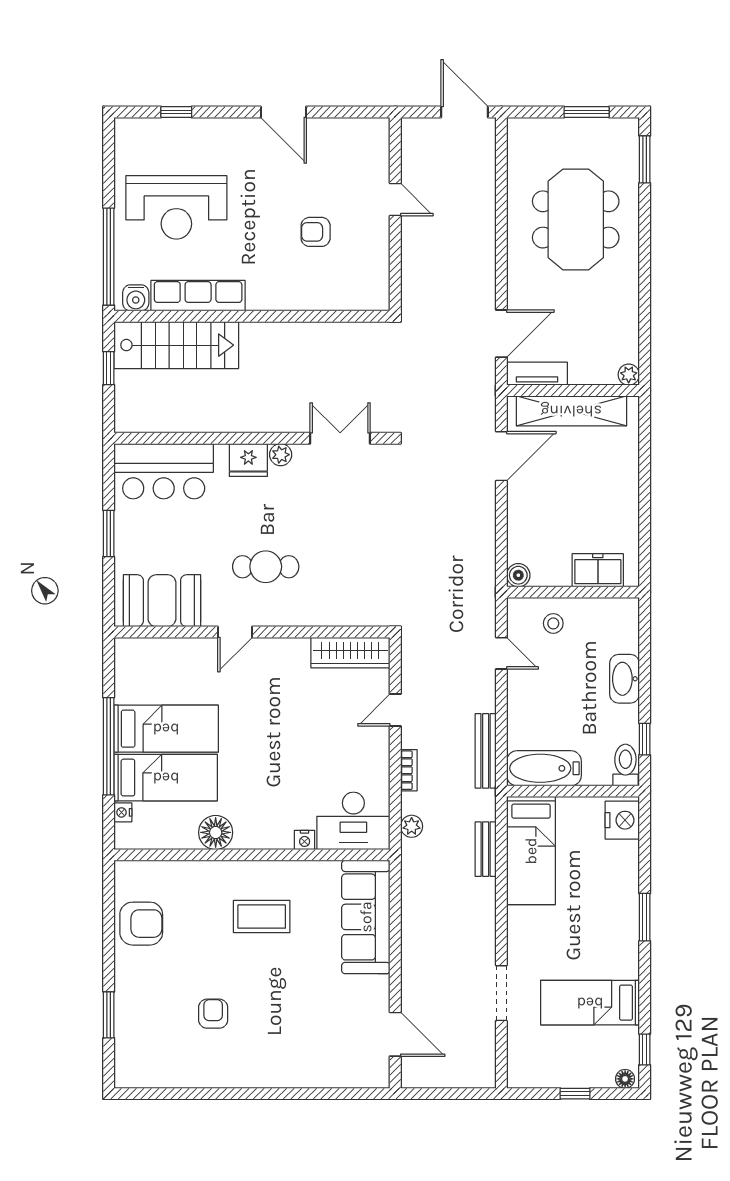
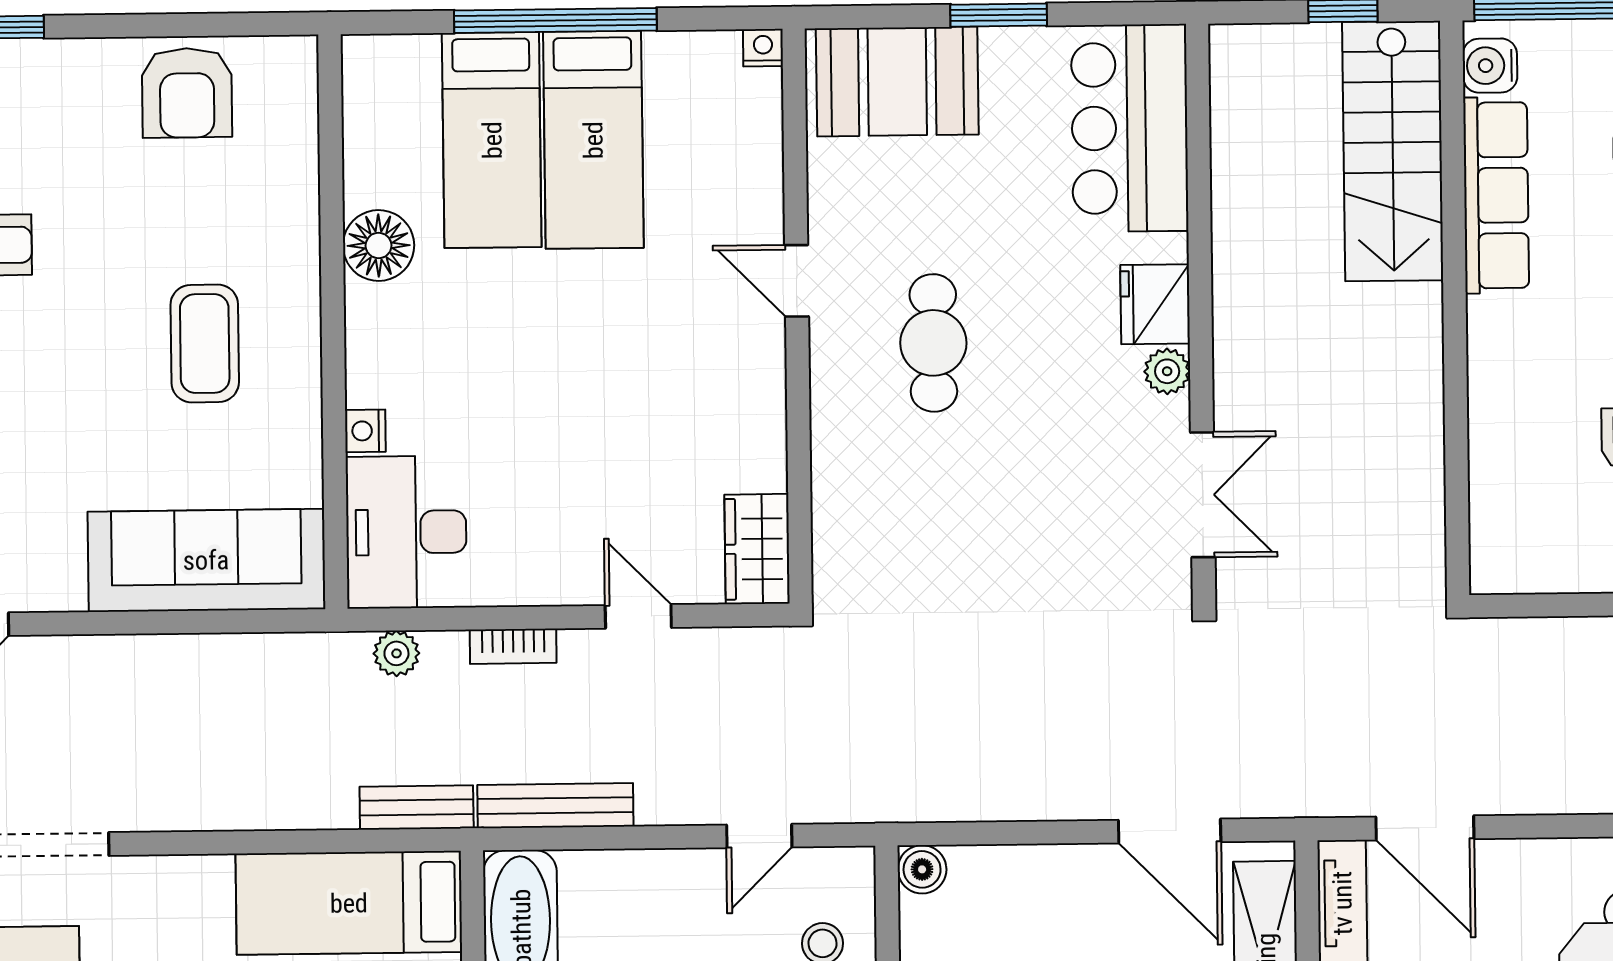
booth: (162, 601) -> (897, 81), moved, turned 90
wardrobe: (350, 653) -> (757, 549), width x0.67
nightstand: (123, 812) -> (763, 48), moved
bench: (486, 849) -> (417, 808), moved

